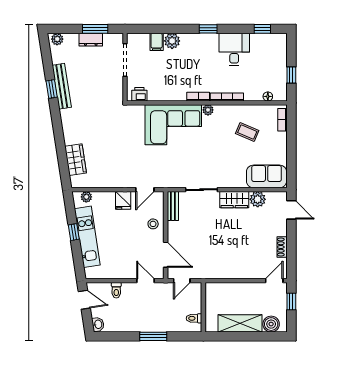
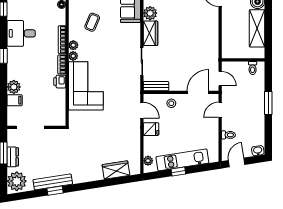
plant: (57, 39) -> (17, 181), width x1.87, depth x1.87
printer: (139, 94) -> (60, 82), moved
plant: (221, 110) -> (73, 45), added

